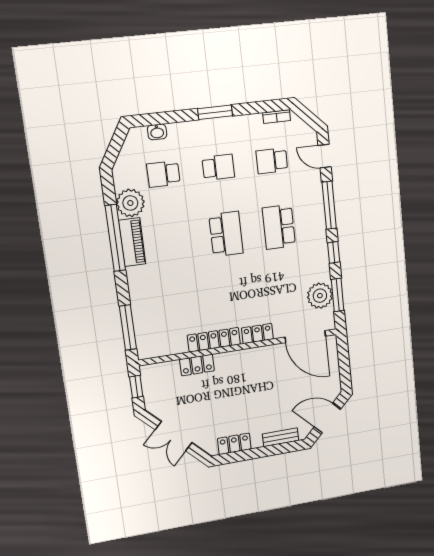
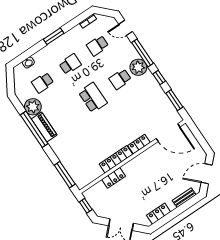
school desk: (279, 227) -> (120, 79), width x0.54
plant: (320, 296) -> (138, 67), moved

